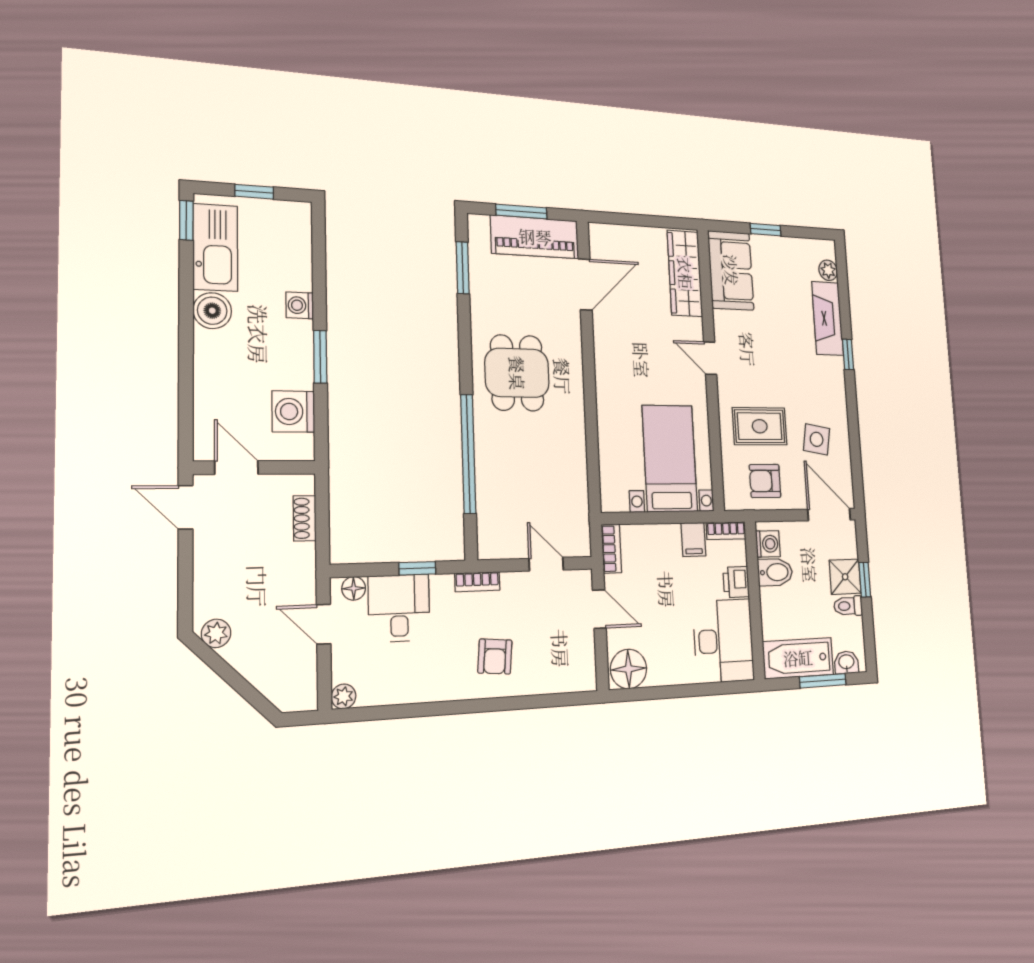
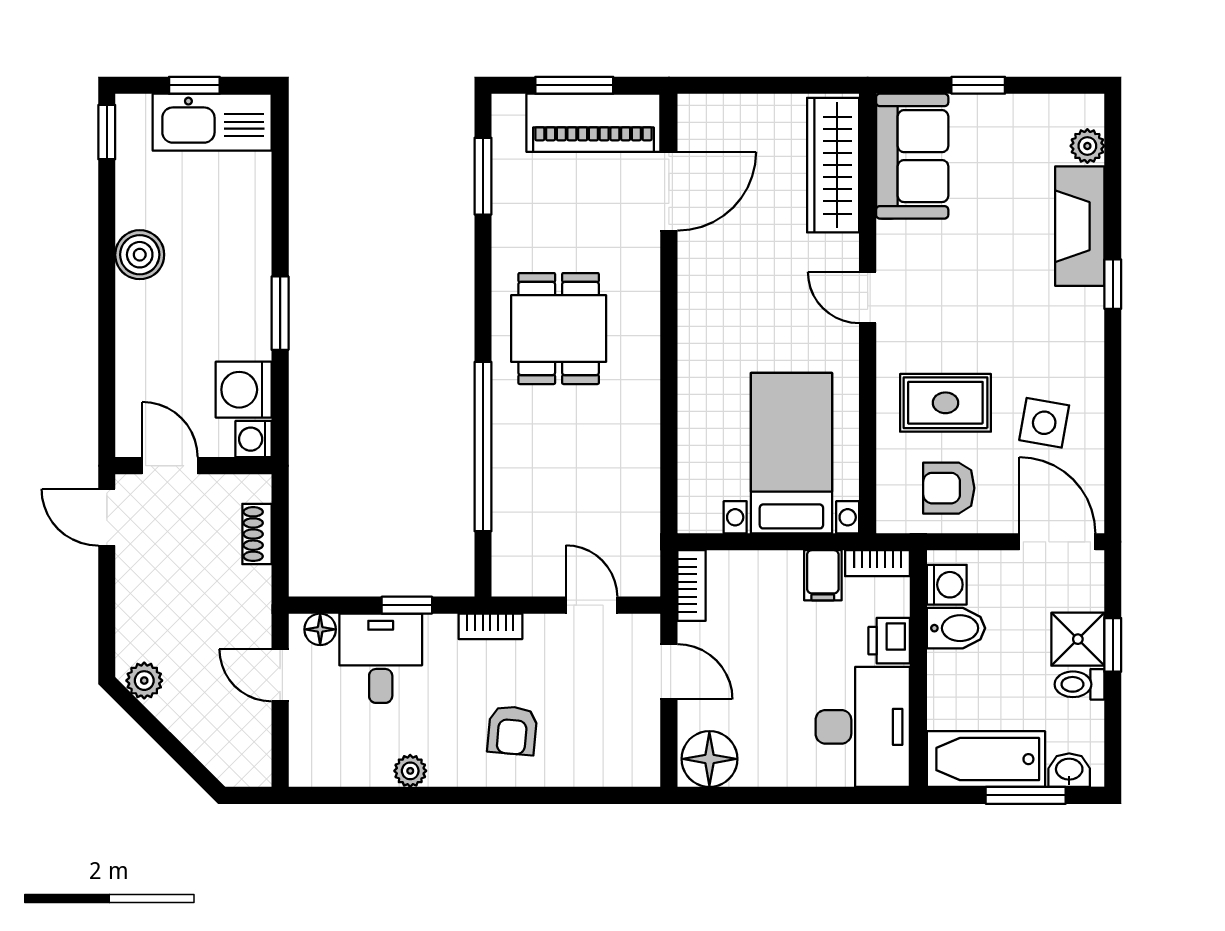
kitchen sink: (215, 247) -> (212, 122), moved, turned 90
washing machine: (300, 305) -> (253, 439), moved
plant: (344, 696) -> (410, 771), moved

